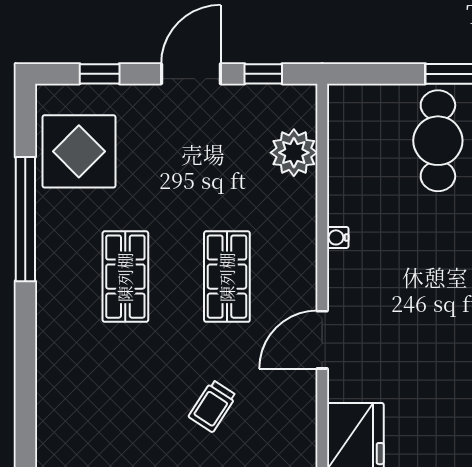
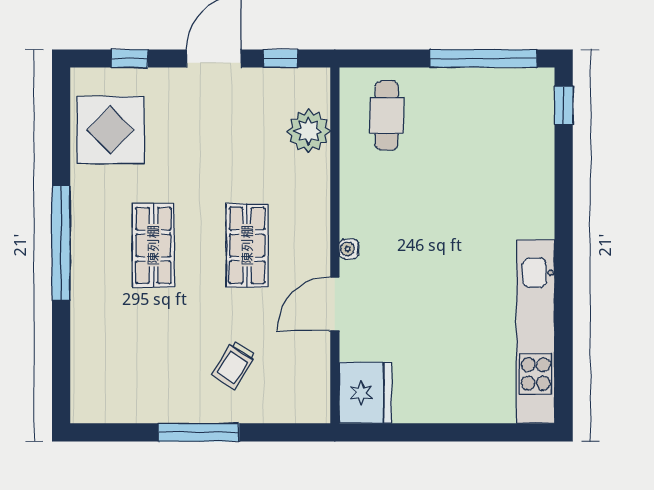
cafe table: (438, 141) -> (387, 115), moved, width x0.73, depth x0.74
window: (25, 219) -> (61, 243), moved
water cooler: (338, 237) -> (349, 249), moved

